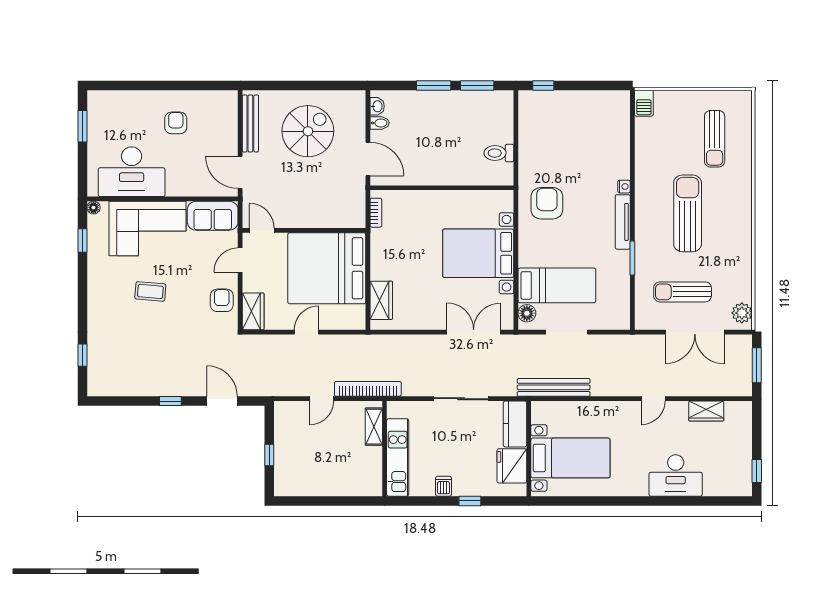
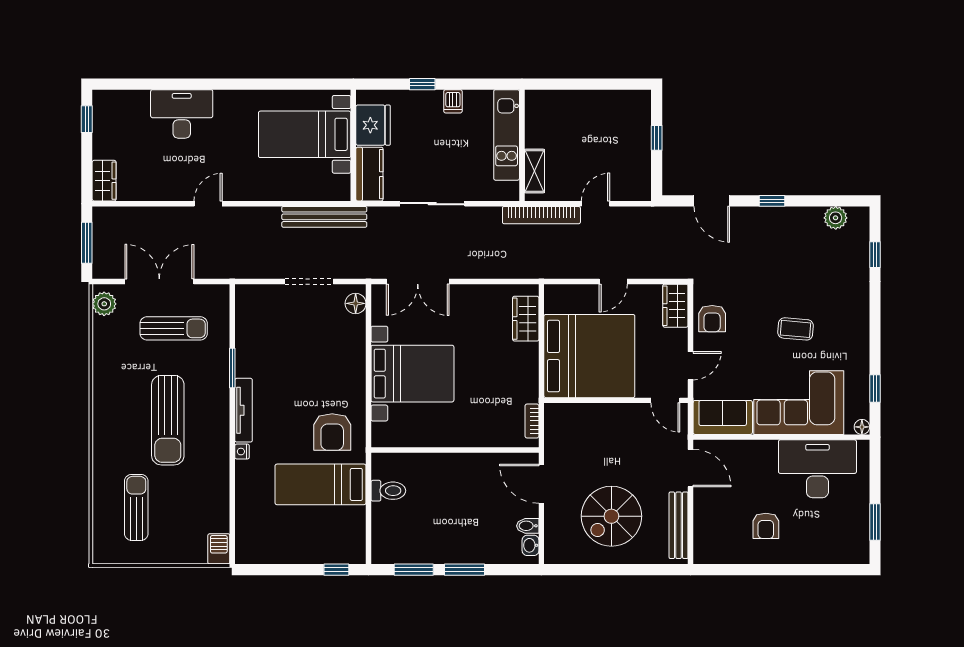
bed: (557, 285) -> (321, 484), moved
plant: (116, 387) -> (836, 218), added
wardrobe: (706, 411) -> (104, 181), moved, turned 90

